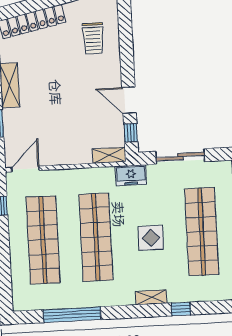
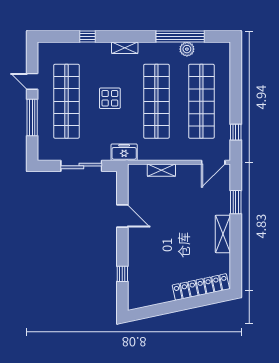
trolley: (93, 38) -> (150, 270), removed
window: (131, 133) -> (122, 274), moved
shelving: (109, 155) -> (161, 170), moved
shelving: (151, 297) -> (125, 48), moved
plant: (63, 300) -> (187, 49), added

